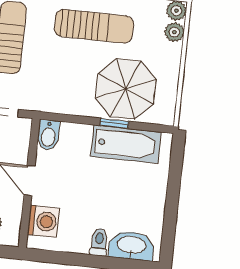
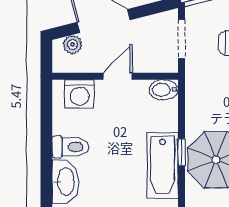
toilet: (99, 242) -> (70, 147), width x1.37, depth x1.39

